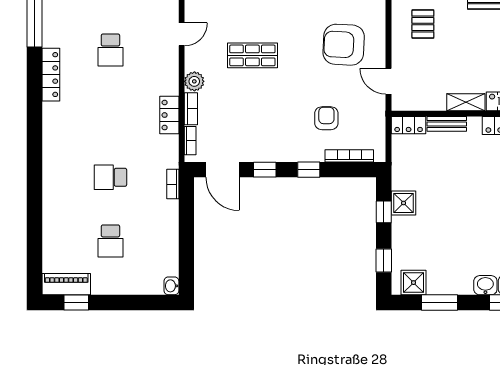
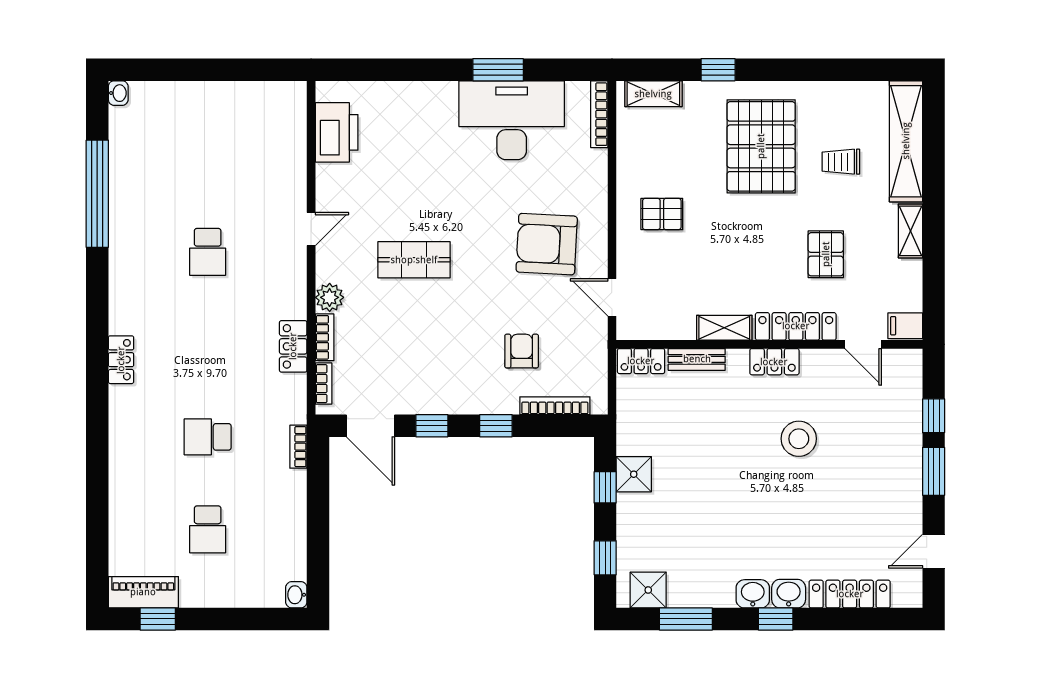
pallet: (423, 24) -> (662, 214), turned 90
locker: (51, 75) -> (121, 360), moved, width x0.66

